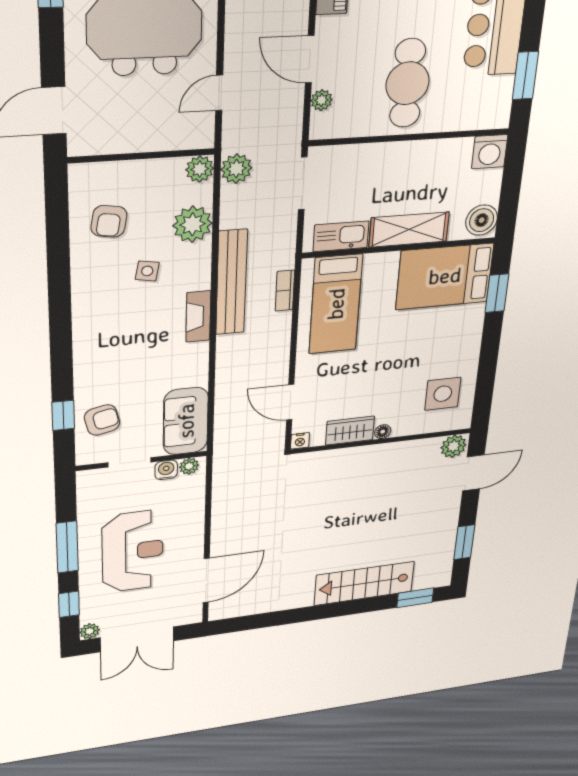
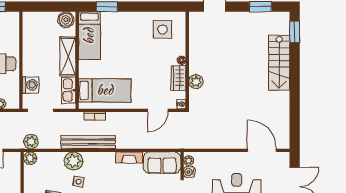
washing machine: (490, 152) -> (31, 85), moved
plant: (193, 224) -> (74, 161), moved
bed: (445, 276) -> (89, 36), width x0.67
fireplace: (198, 316) -> (129, 157), moved
plant: (453, 446) -> (196, 82), moved

